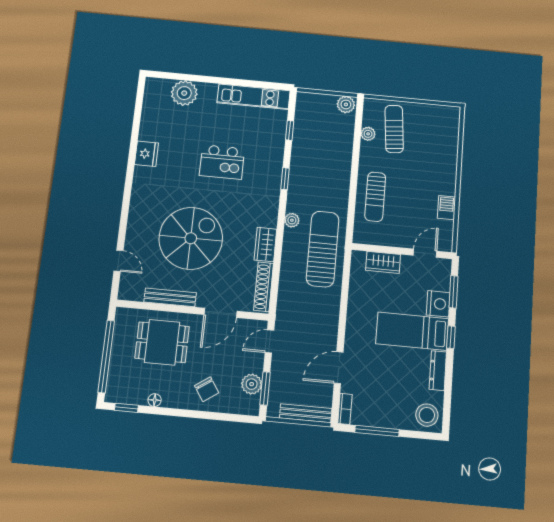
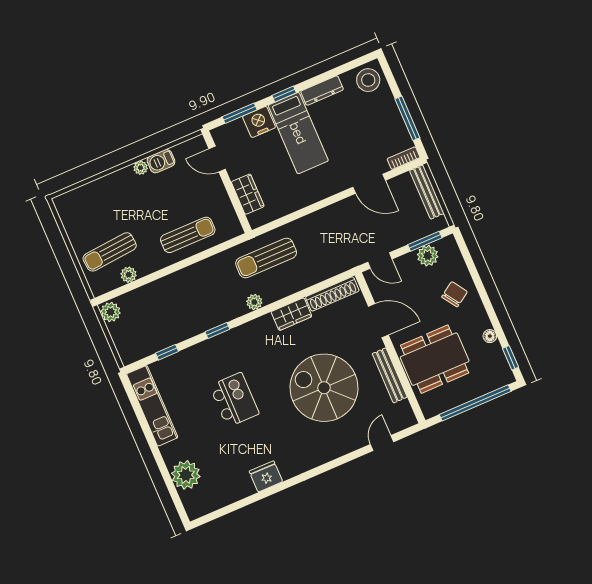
plant: (450, 189) -> (141, 168), added
sun lounger: (323, 249) -> (266, 258), width x0.73, depth x0.75
dining table: (162, 342) -> (435, 359), width x1.38

